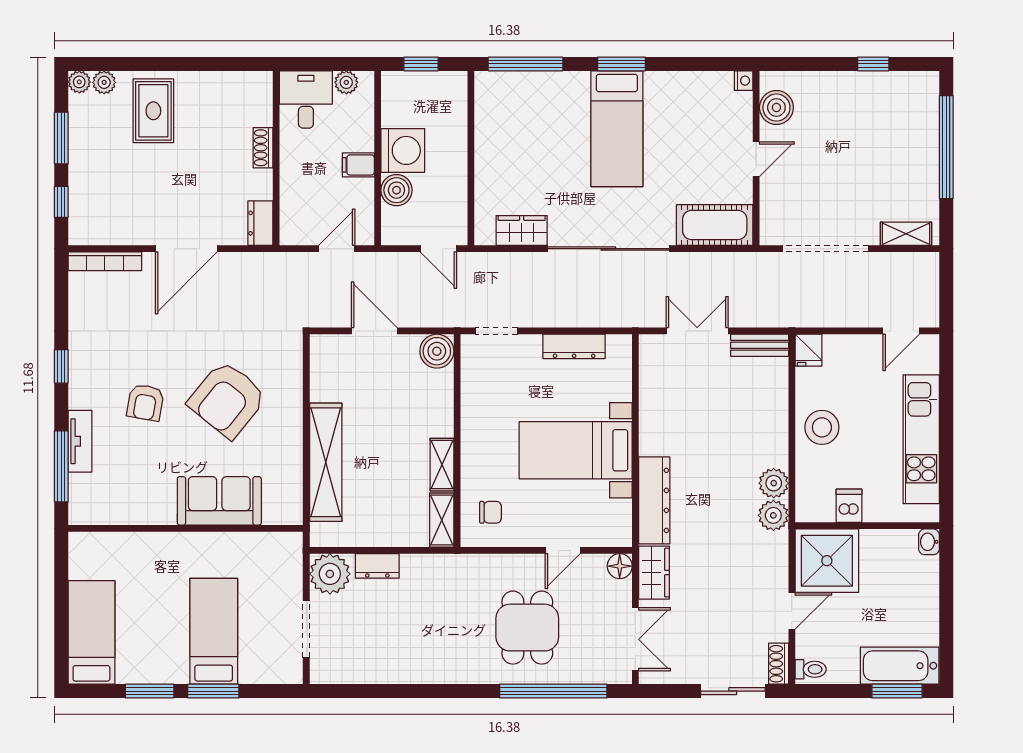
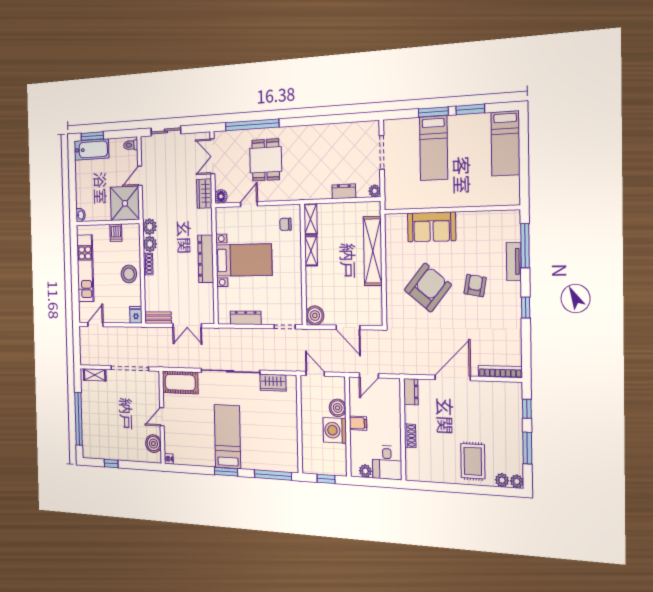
dresser: (654, 500) -> (206, 259), moved
plant: (330, 574) -> (375, 191), width x0.53, depth x0.53
shoe rack: (779, 664) -> (148, 264), moved

